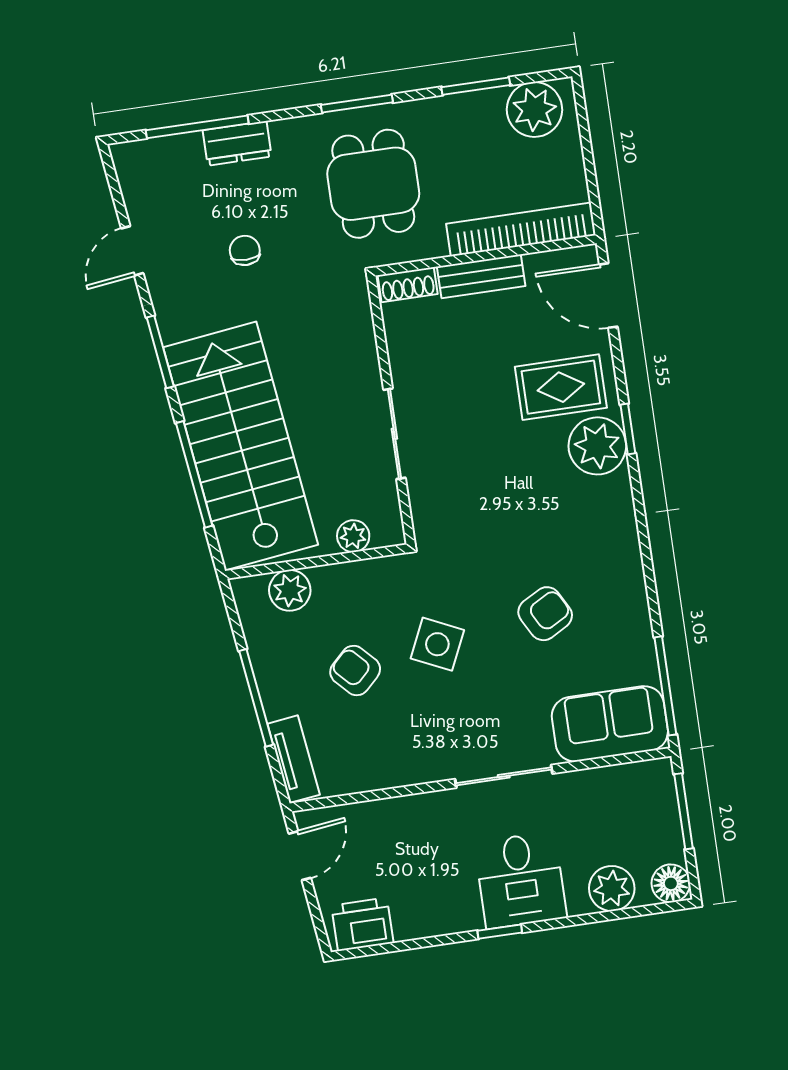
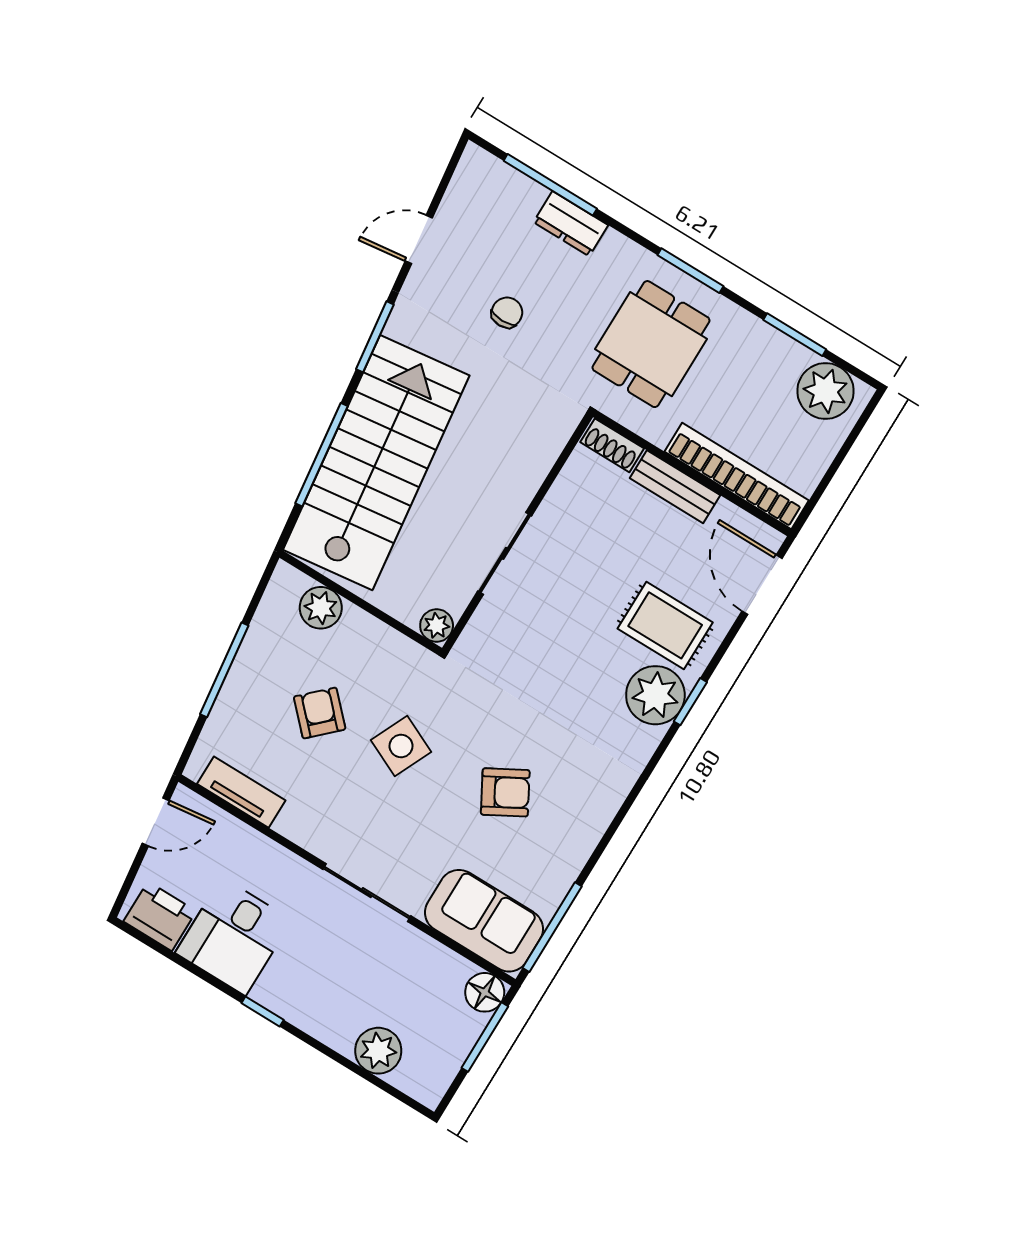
plant: (353, 536) -> (437, 626), moved
tv unit: (294, 759) -> (241, 792), moved, turned -83
desk: (520, 880) -> (234, 936), moved
floor lamp: (671, 883) -> (485, 992), moved

